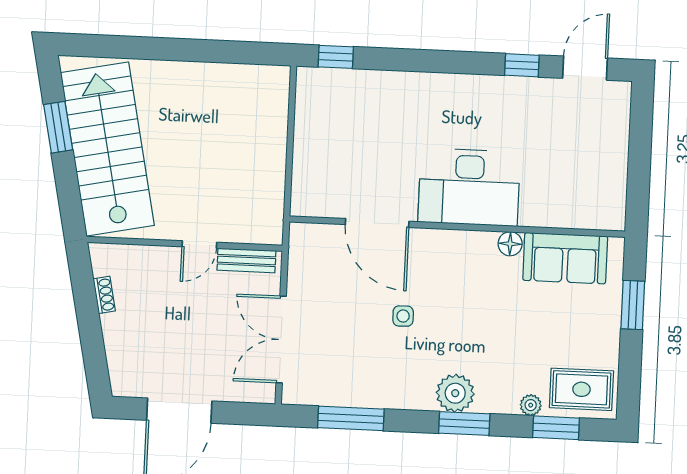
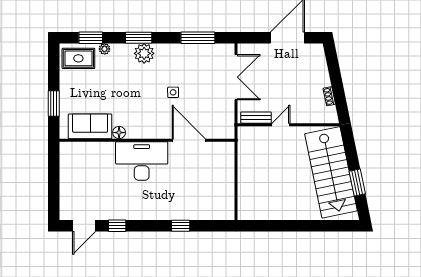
window: (336, 57) -> (181, 226), moved

